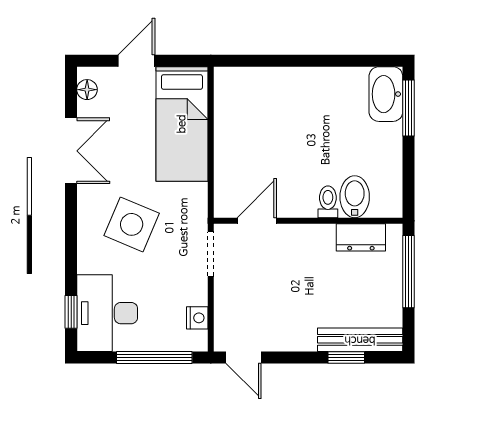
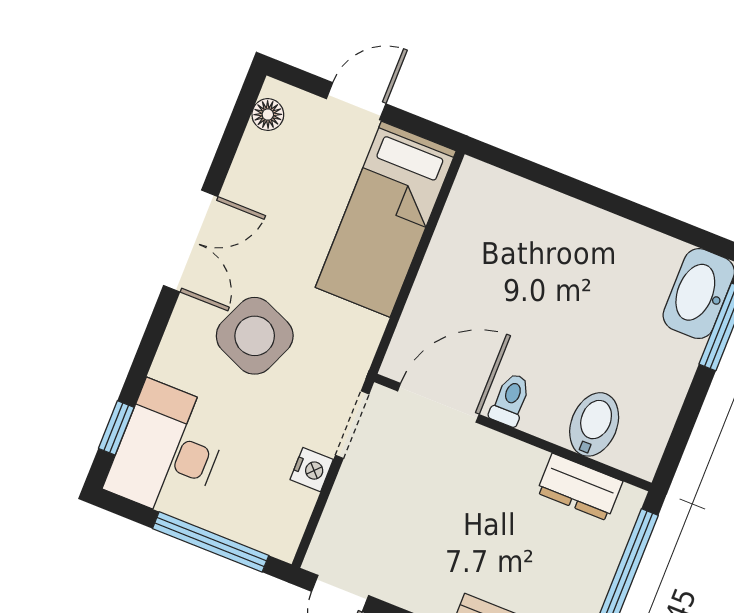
double door: (71, 151) -> (191, 241), moved
toilet: (328, 202) -> (510, 400), moved
door: (257, 221) -> (438, 403), width x1.38
nightstand: (197, 318) -> (312, 470), moved

